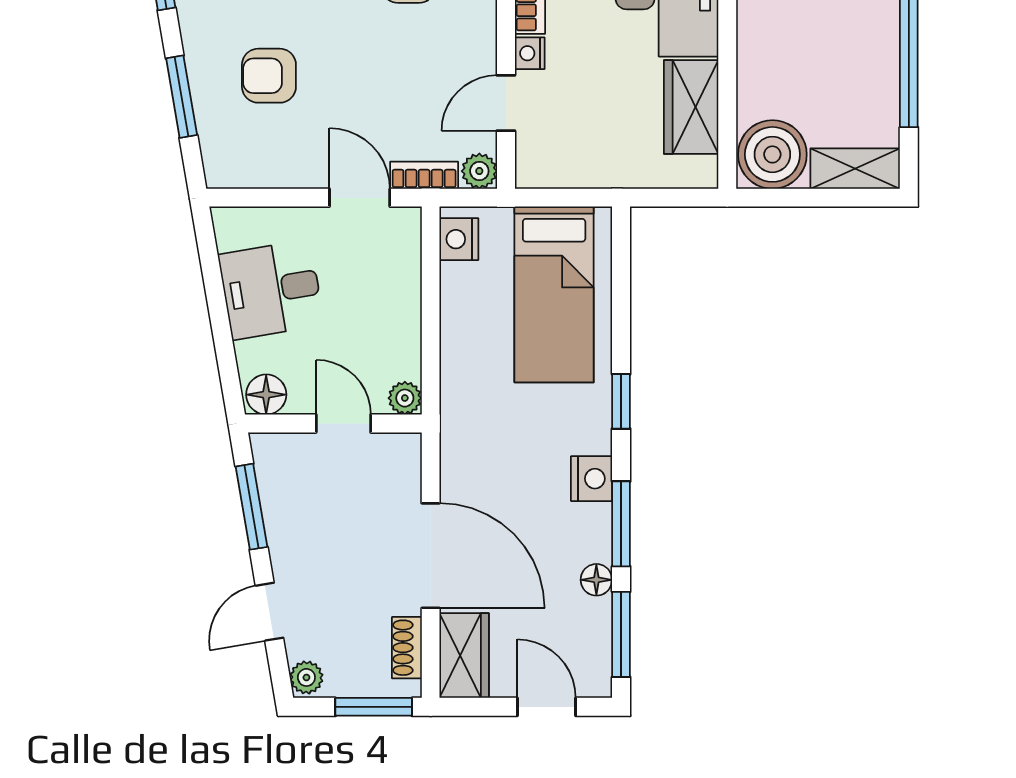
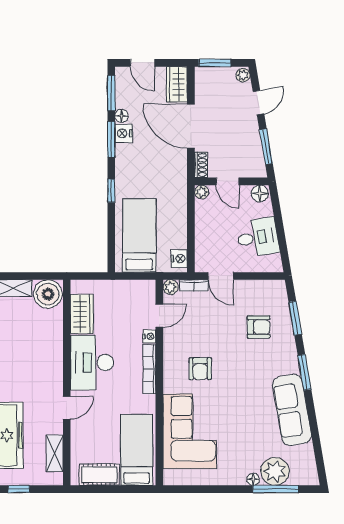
nightstand: (592, 479) -> (124, 133), moved
shoe rack: (407, 648) -> (201, 165), moved

